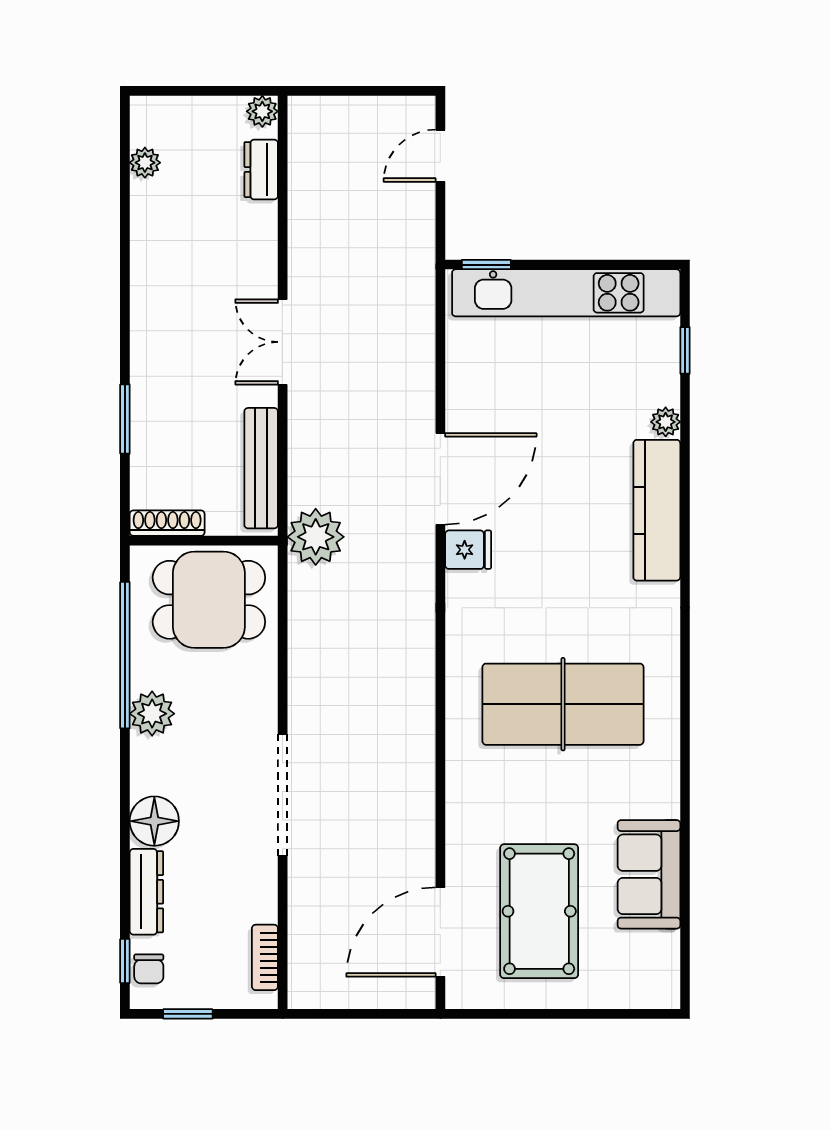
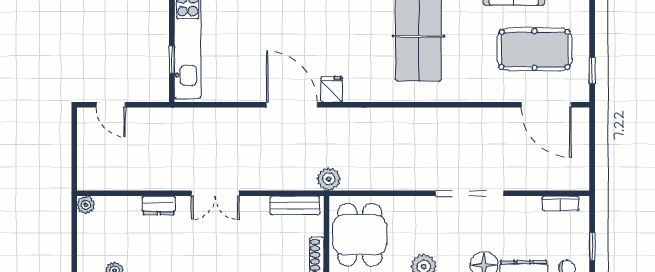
dresser: (261, 170) -> (159, 205), moved
window: (486, 265) -> (172, 60), moved
bench: (261, 468) -> (295, 205), width x0.73
plant: (316, 537) -> (329, 179), width x0.73, depth x0.73
window: (502, 1014) -> (592, 71), added

